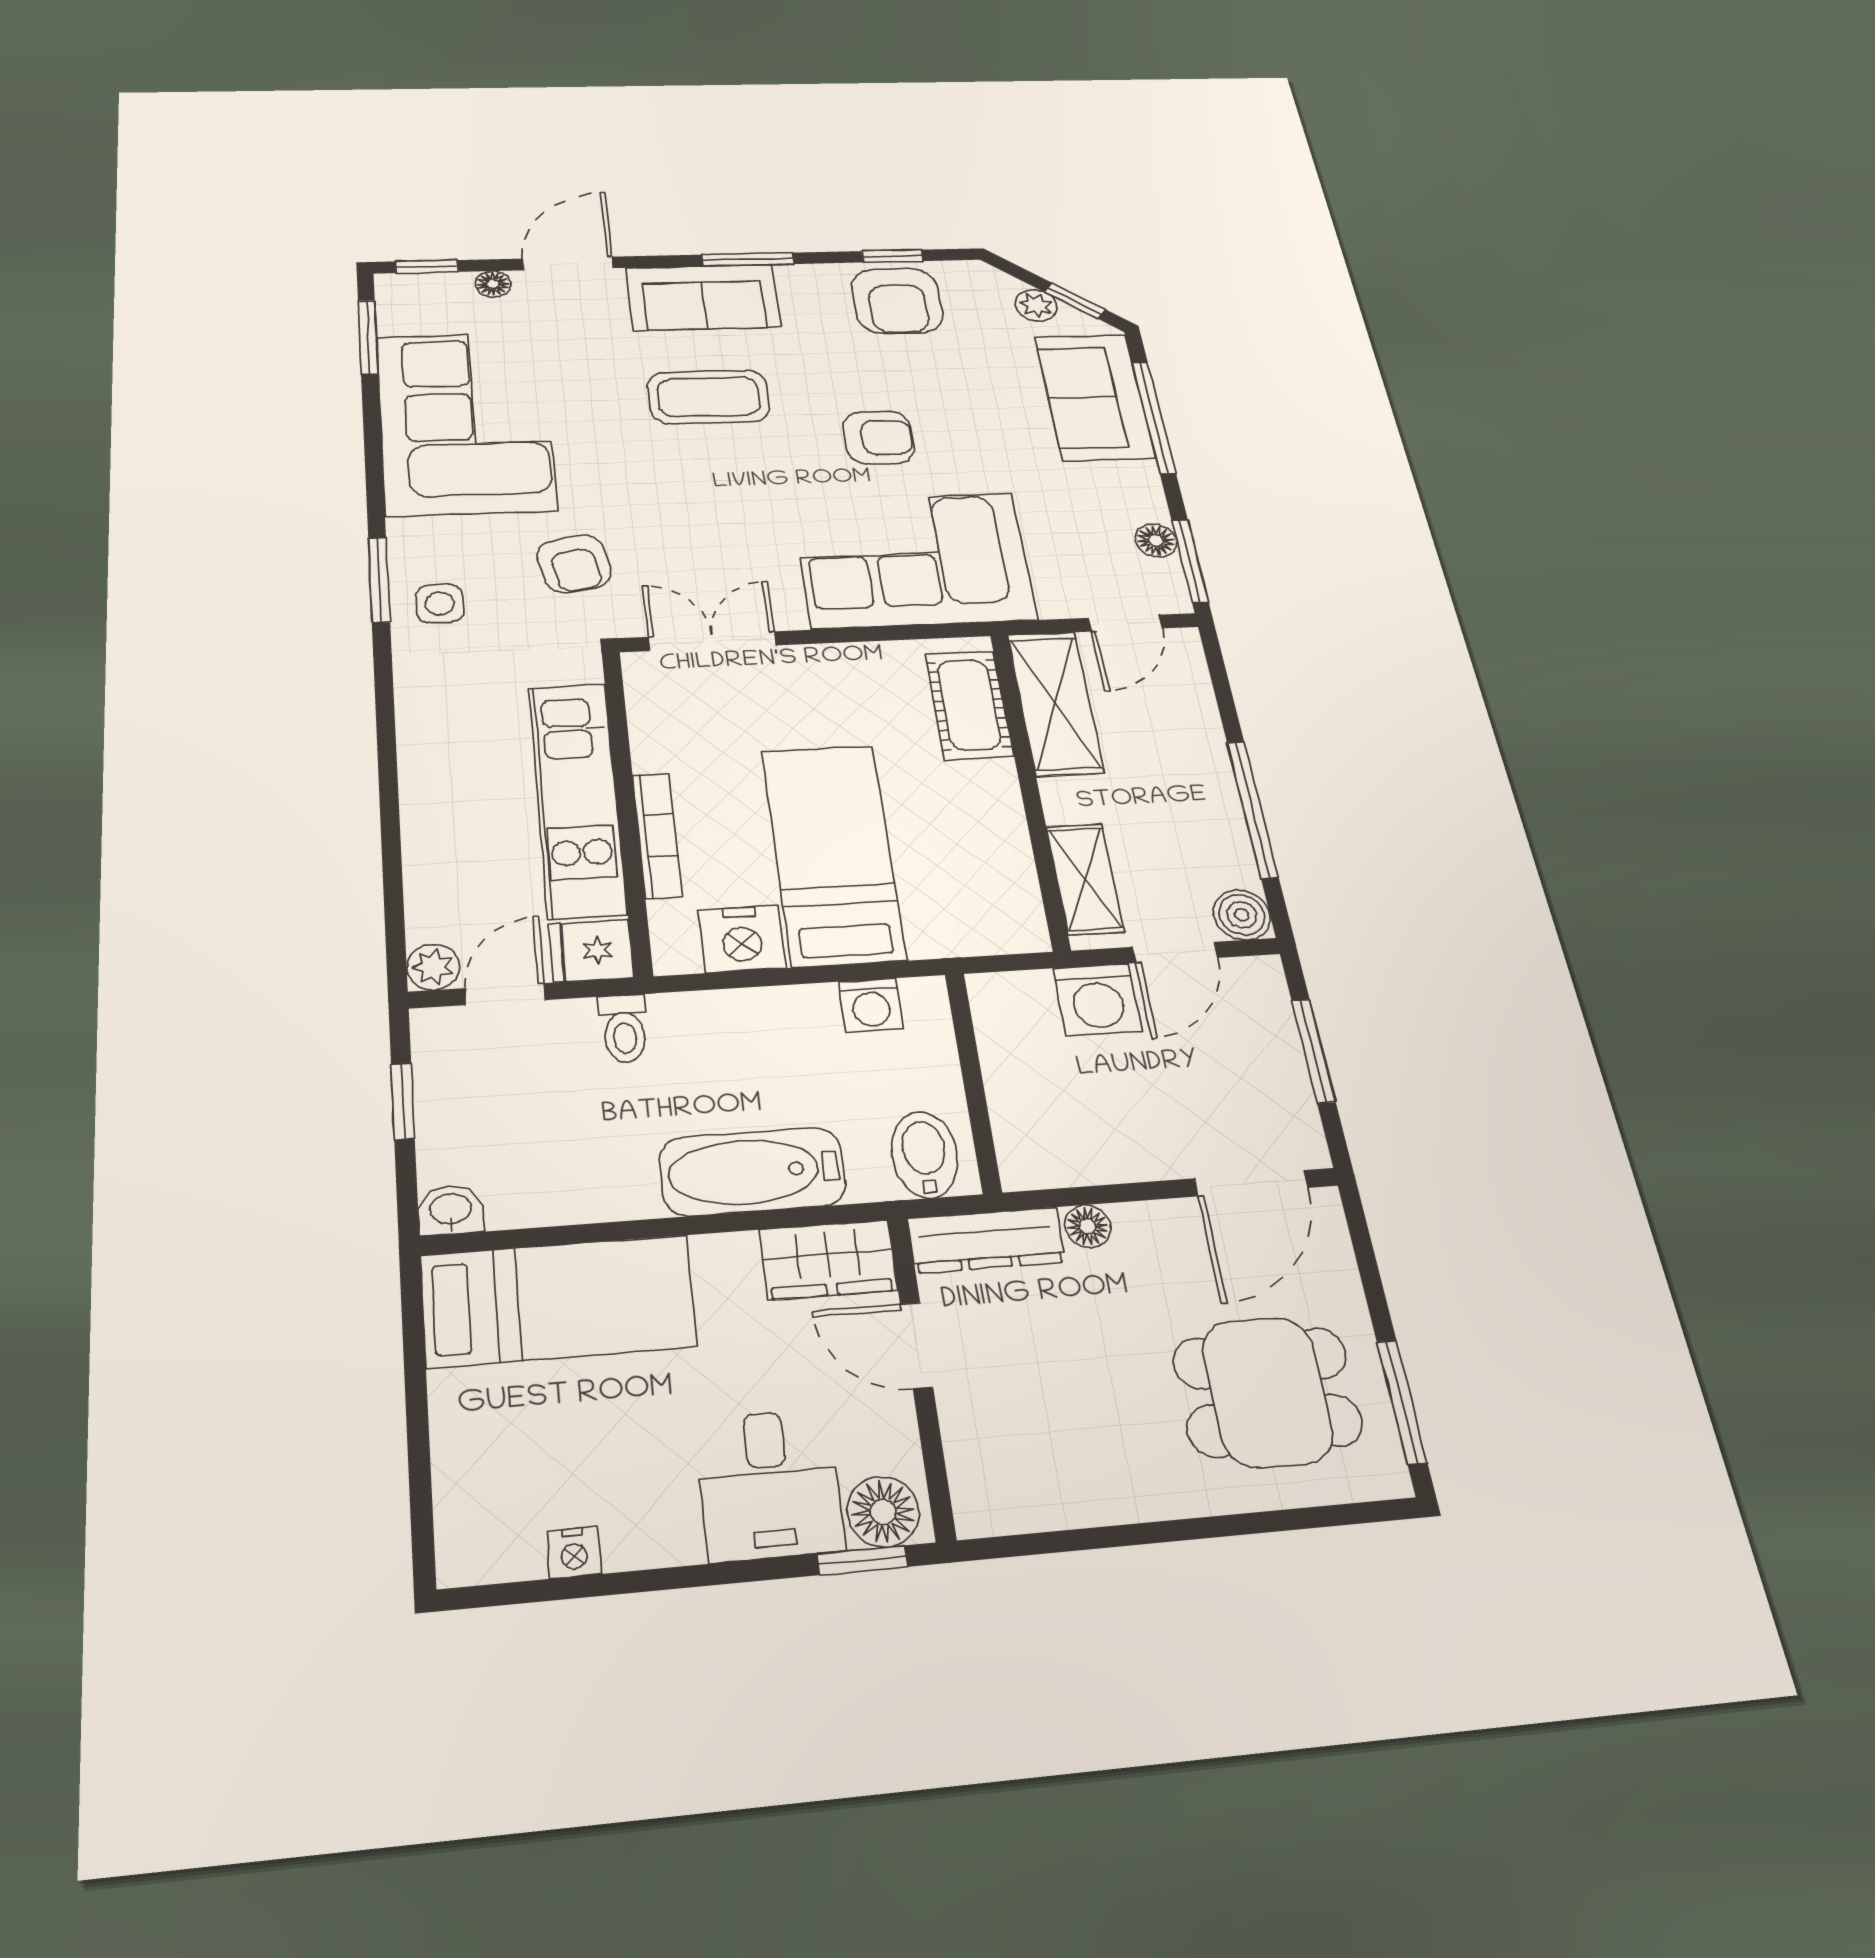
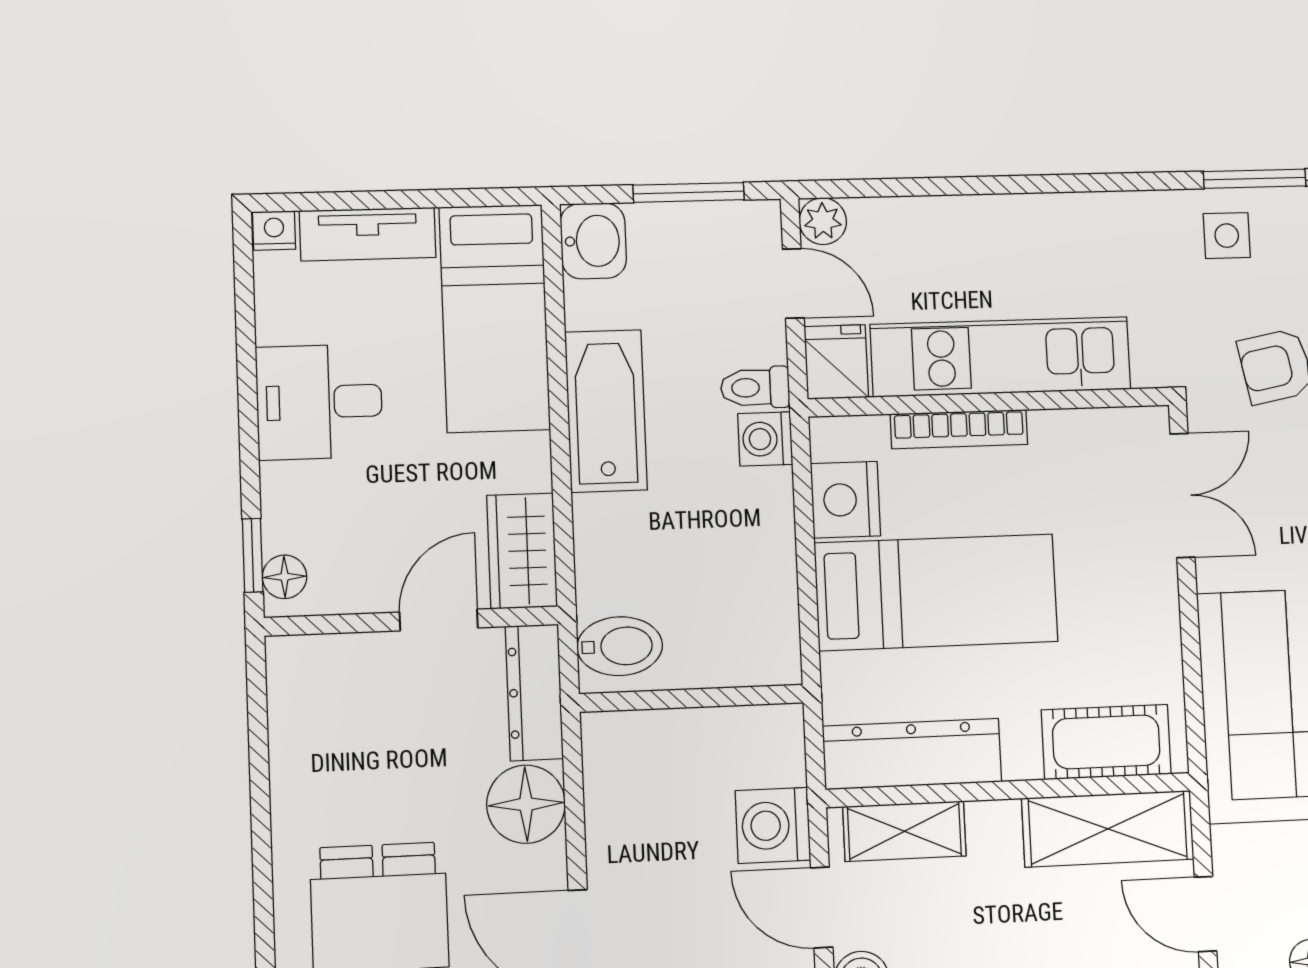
dresser: (1004, 873) -> (912, 754), added
washing machine: (871, 1005) -> (765, 439), moved
window: (403, 1101) -> (689, 192), width x1.50
bathtub: (753, 1171) -> (606, 411), moved
washbasin: (451, 1210) -> (593, 241), width x1.38, depth x1.45
floor lamp: (1088, 1226) -> (526, 804), width x1.89, depth x1.89
tv unit: (461, 1449) -> (368, 234), added
desk: (769, 1484) -> (319, 402), moved
floor lamp: (883, 1512) -> (285, 577), width x0.73, depth x0.73
nightstand: (574, 1553) -> (274, 230), moved, turned 90

